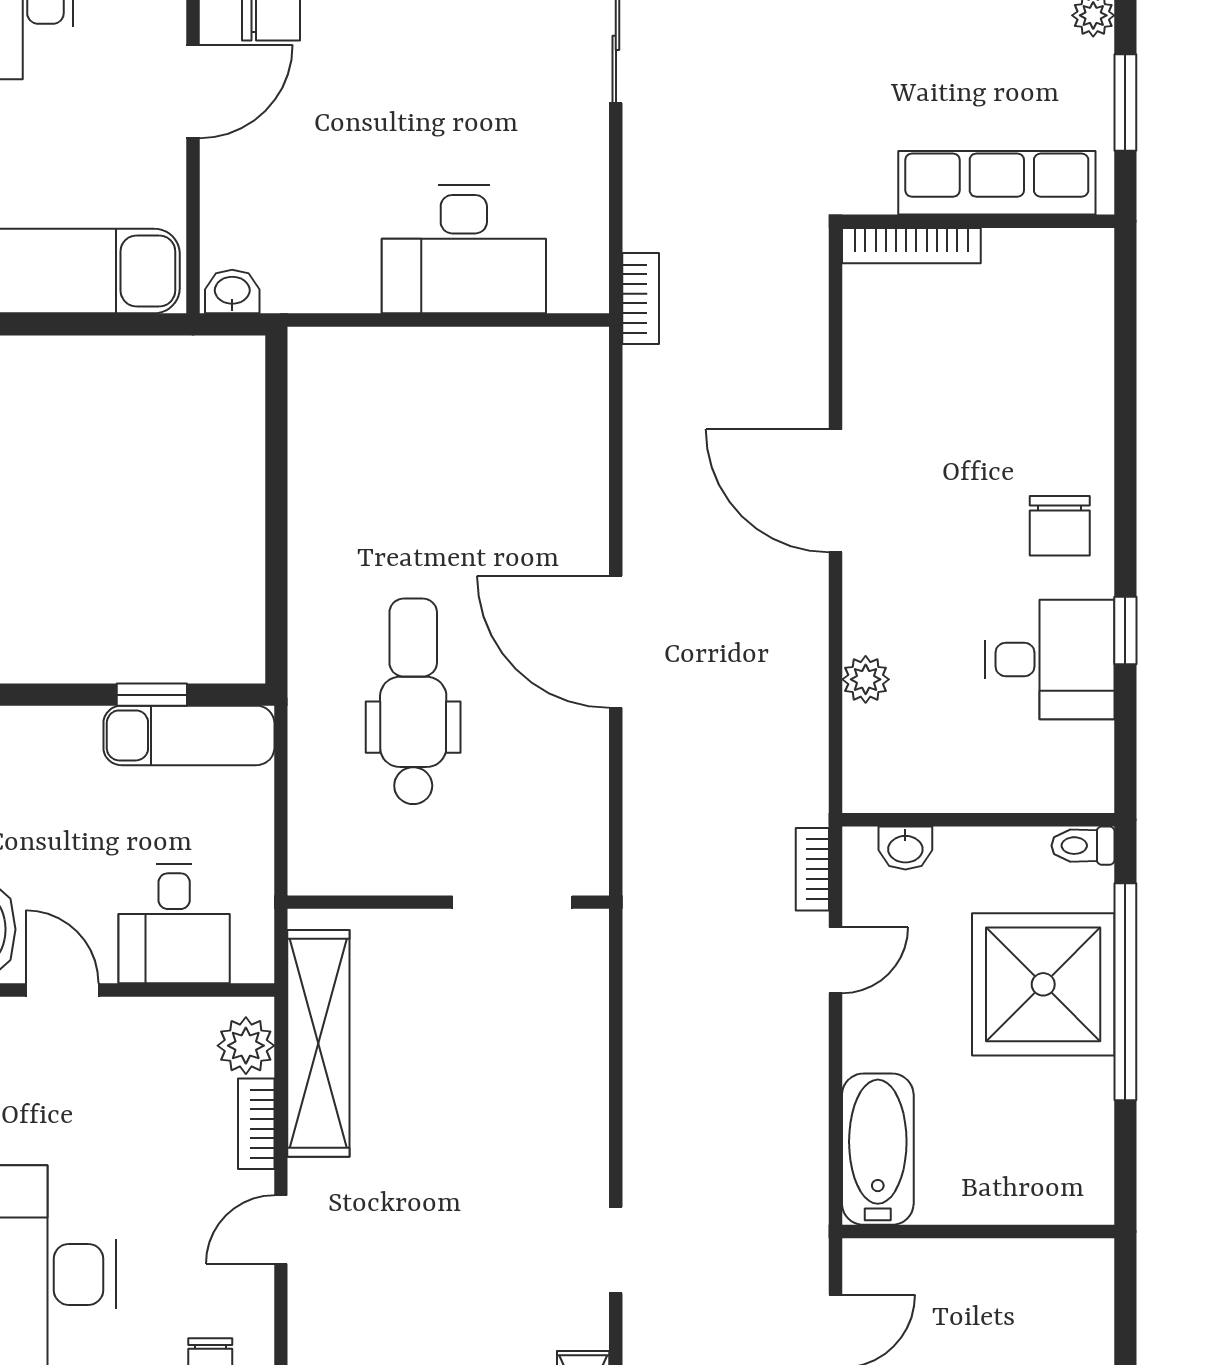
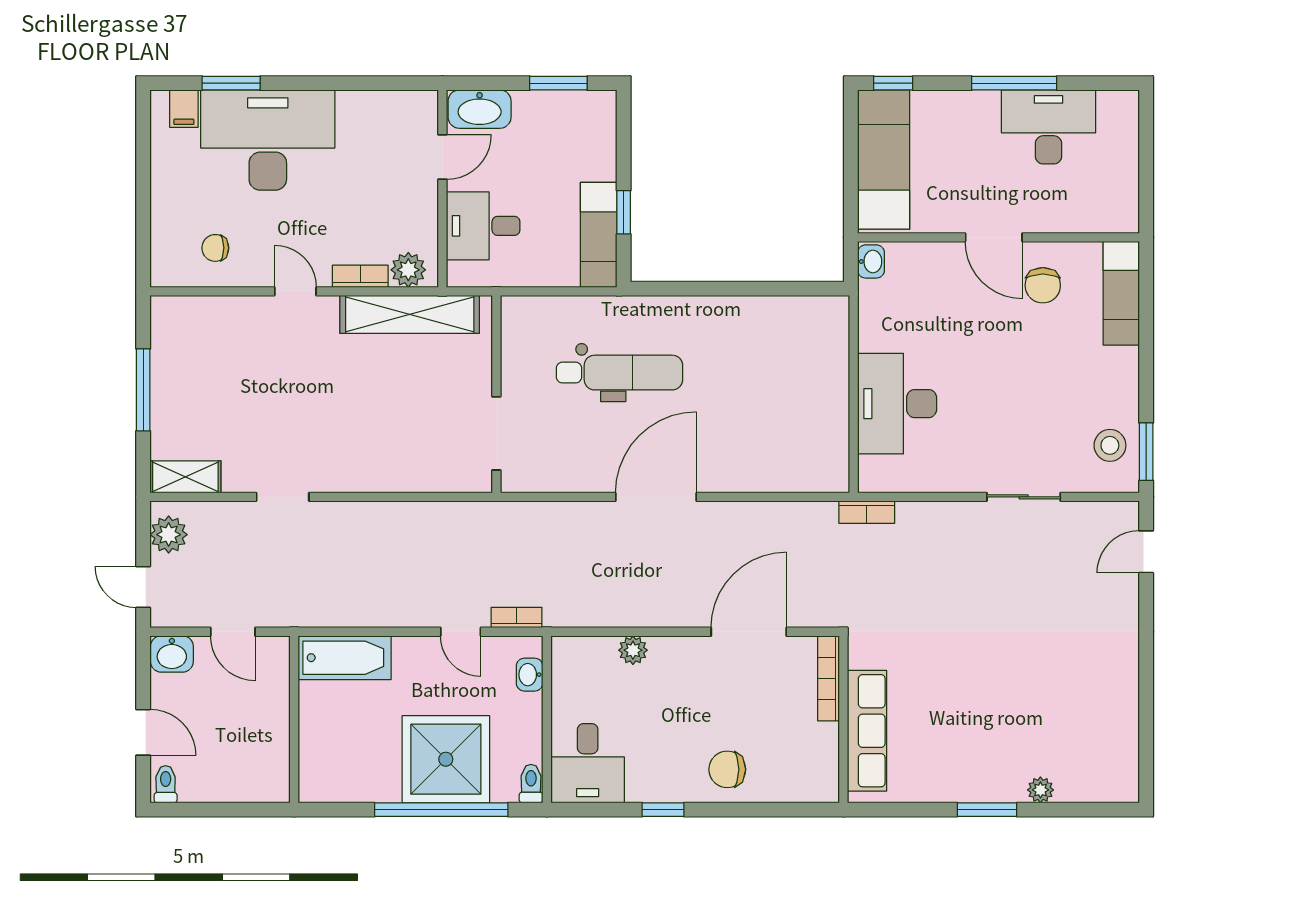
row of seats: (997, 183) -> (867, 731), moved
wall: (978, 221) -> (843, 719), moved
bookcase: (911, 246) -> (829, 678), moved
desk: (1050, 659) -> (588, 763), moved

